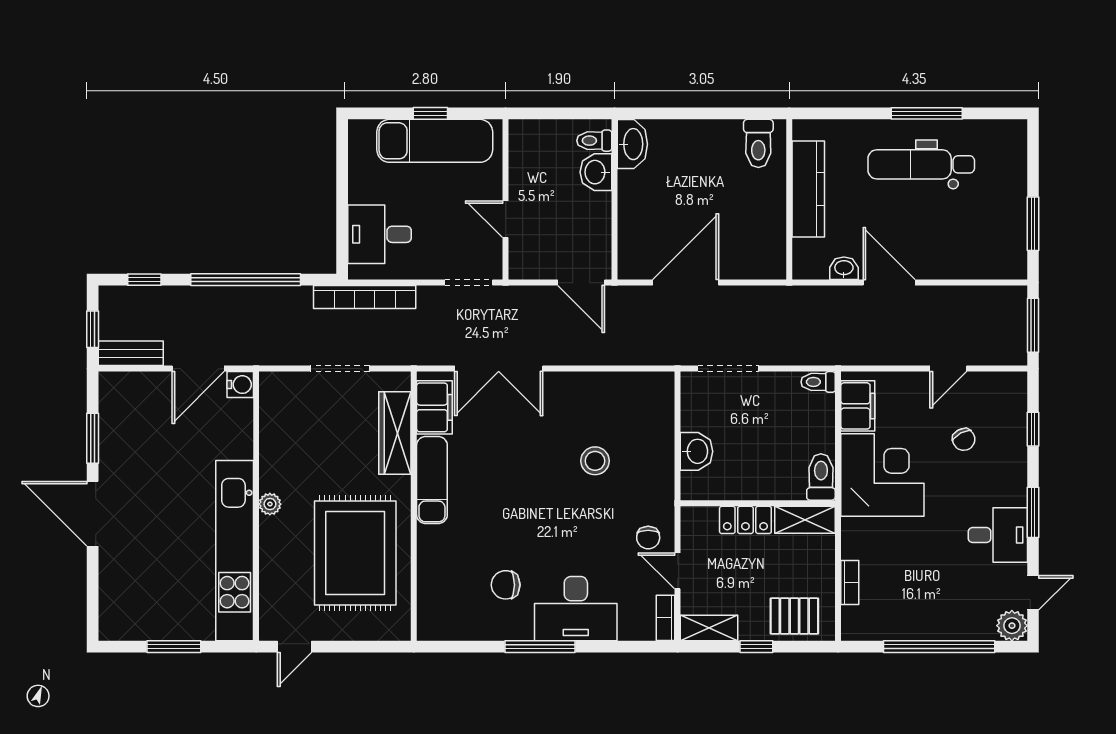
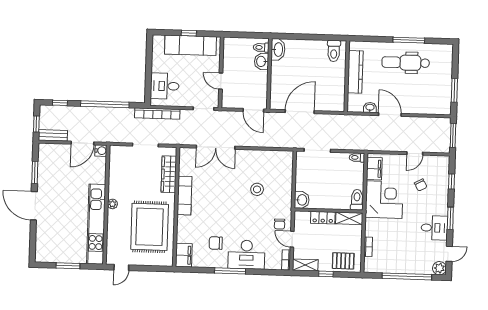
filing cabinet: (434, 407) -> (184, 255), moved
washbasin: (697, 451) -> (302, 200), moved

